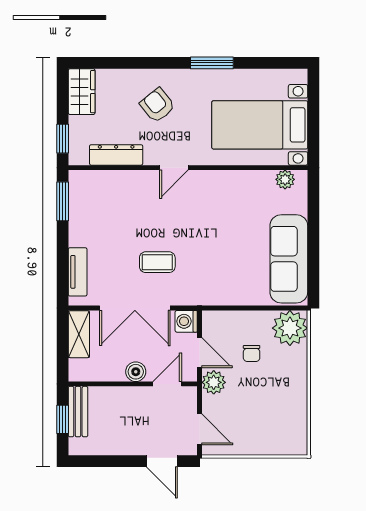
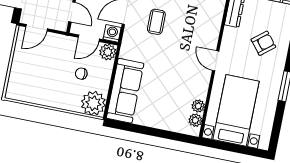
door: (174, 168) -> (216, 61), moved
plant: (264, 179) -> (198, 106), added
sofa: (289, 259) -> (125, 91), moved, turned 90
plant: (214, 382) -> (108, 52), moved

